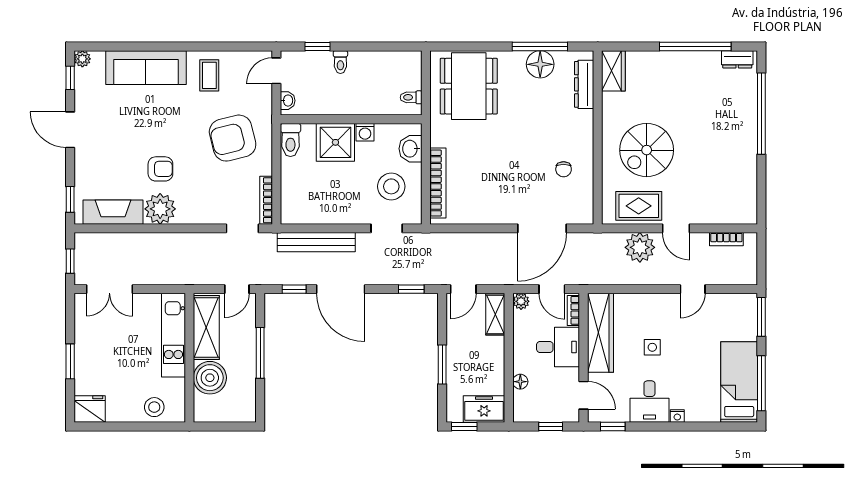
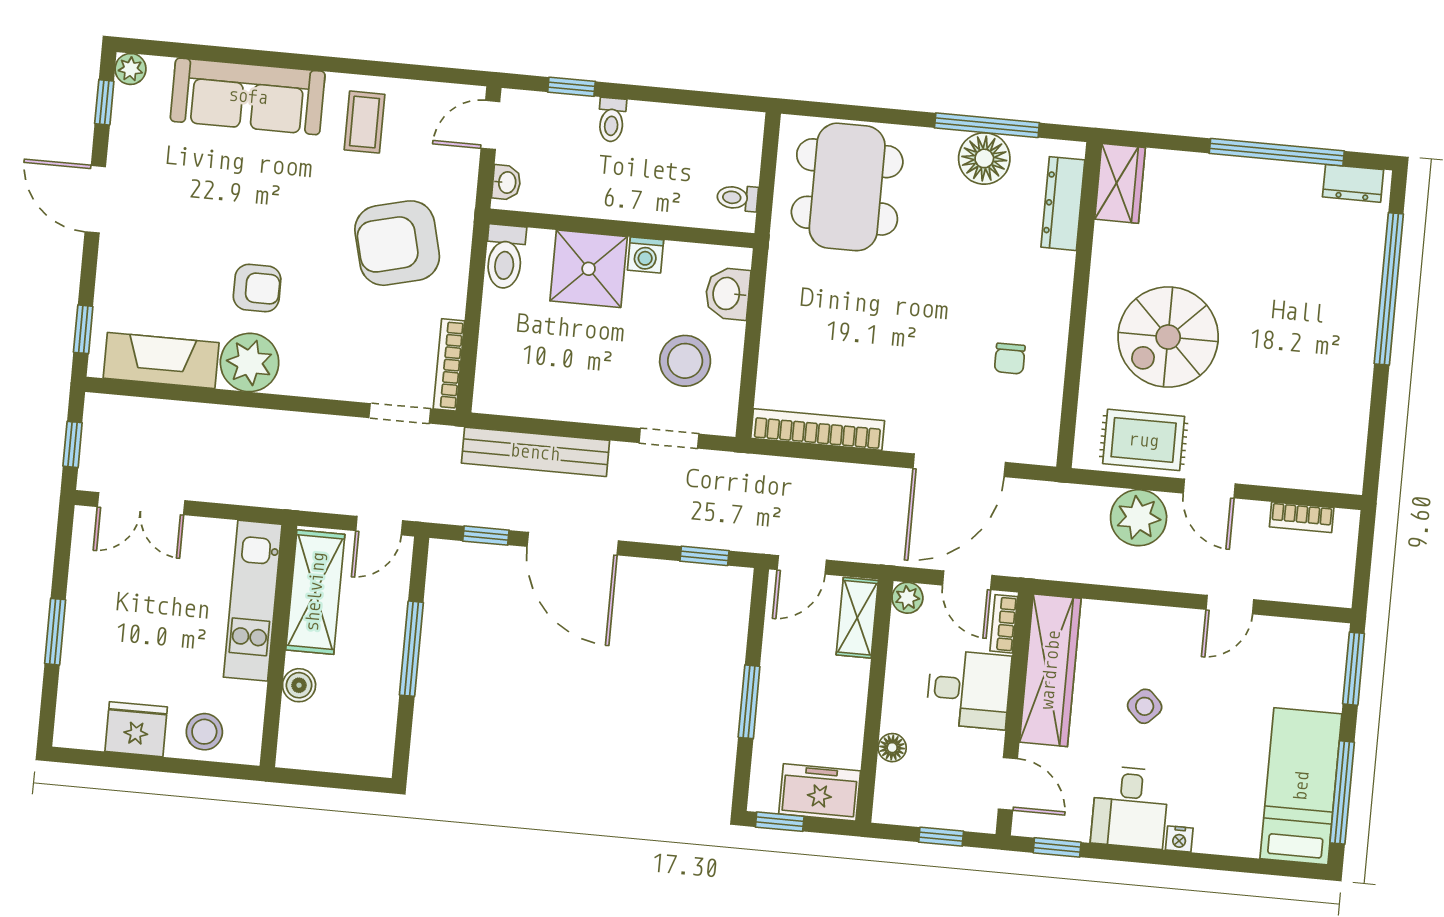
bookcase: (438, 183) -> (818, 430), moved, turned -90
side table: (652, 347) -> (1145, 706), turned 45
boiler: (210, 378) -> (299, 685), width x0.54, depth x0.54
fridge: (90, 409) -> (136, 729), moved

